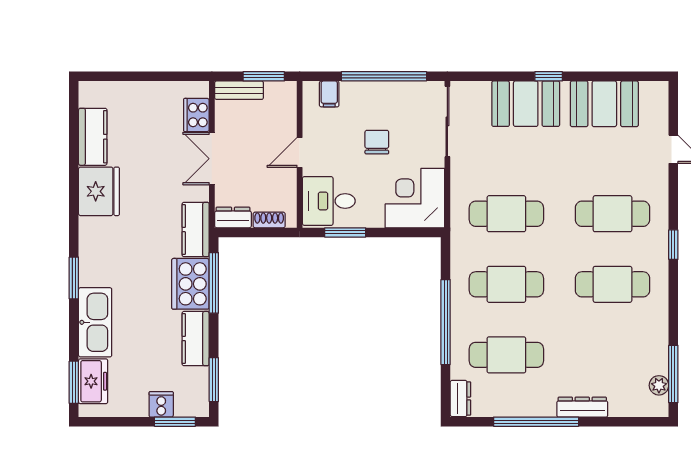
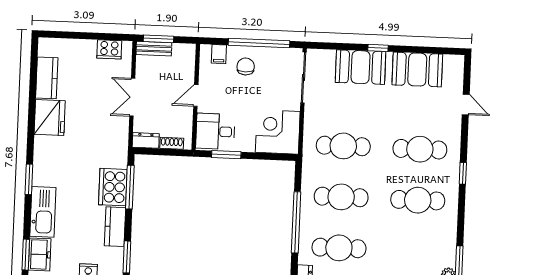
window: (264, 76) -> (159, 39), moved
cooker: (196, 115) -> (109, 49), moved, turned -90
chair: (377, 142) -> (246, 66), moved
kitchen counter: (196, 230) -> (118, 148), removed

